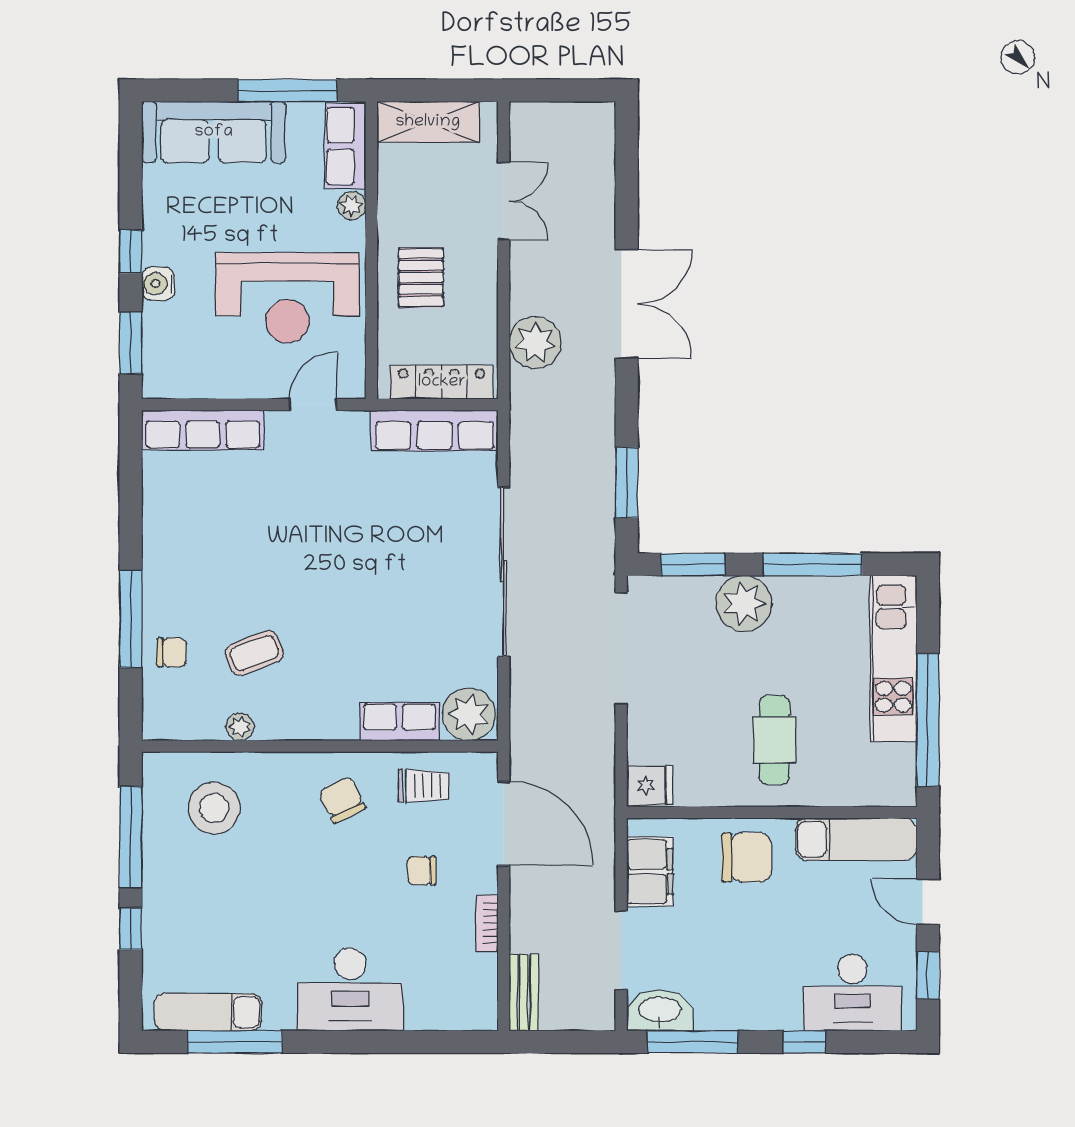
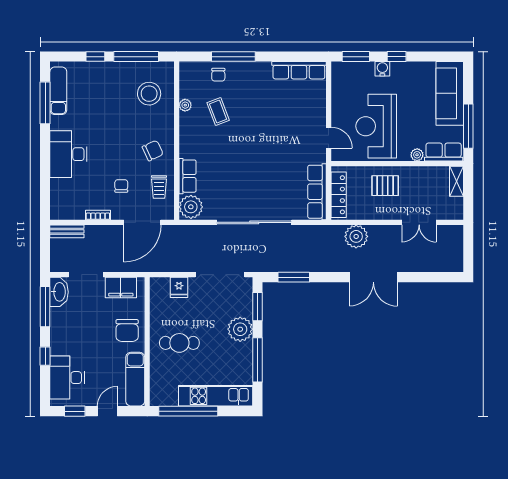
shelving: (428, 122) -> (457, 181), width x0.67, depth x0.75
row of seats: (203, 430) -> (299, 70), moved, turned -90
fridge: (650, 785) -> (179, 287), moved

